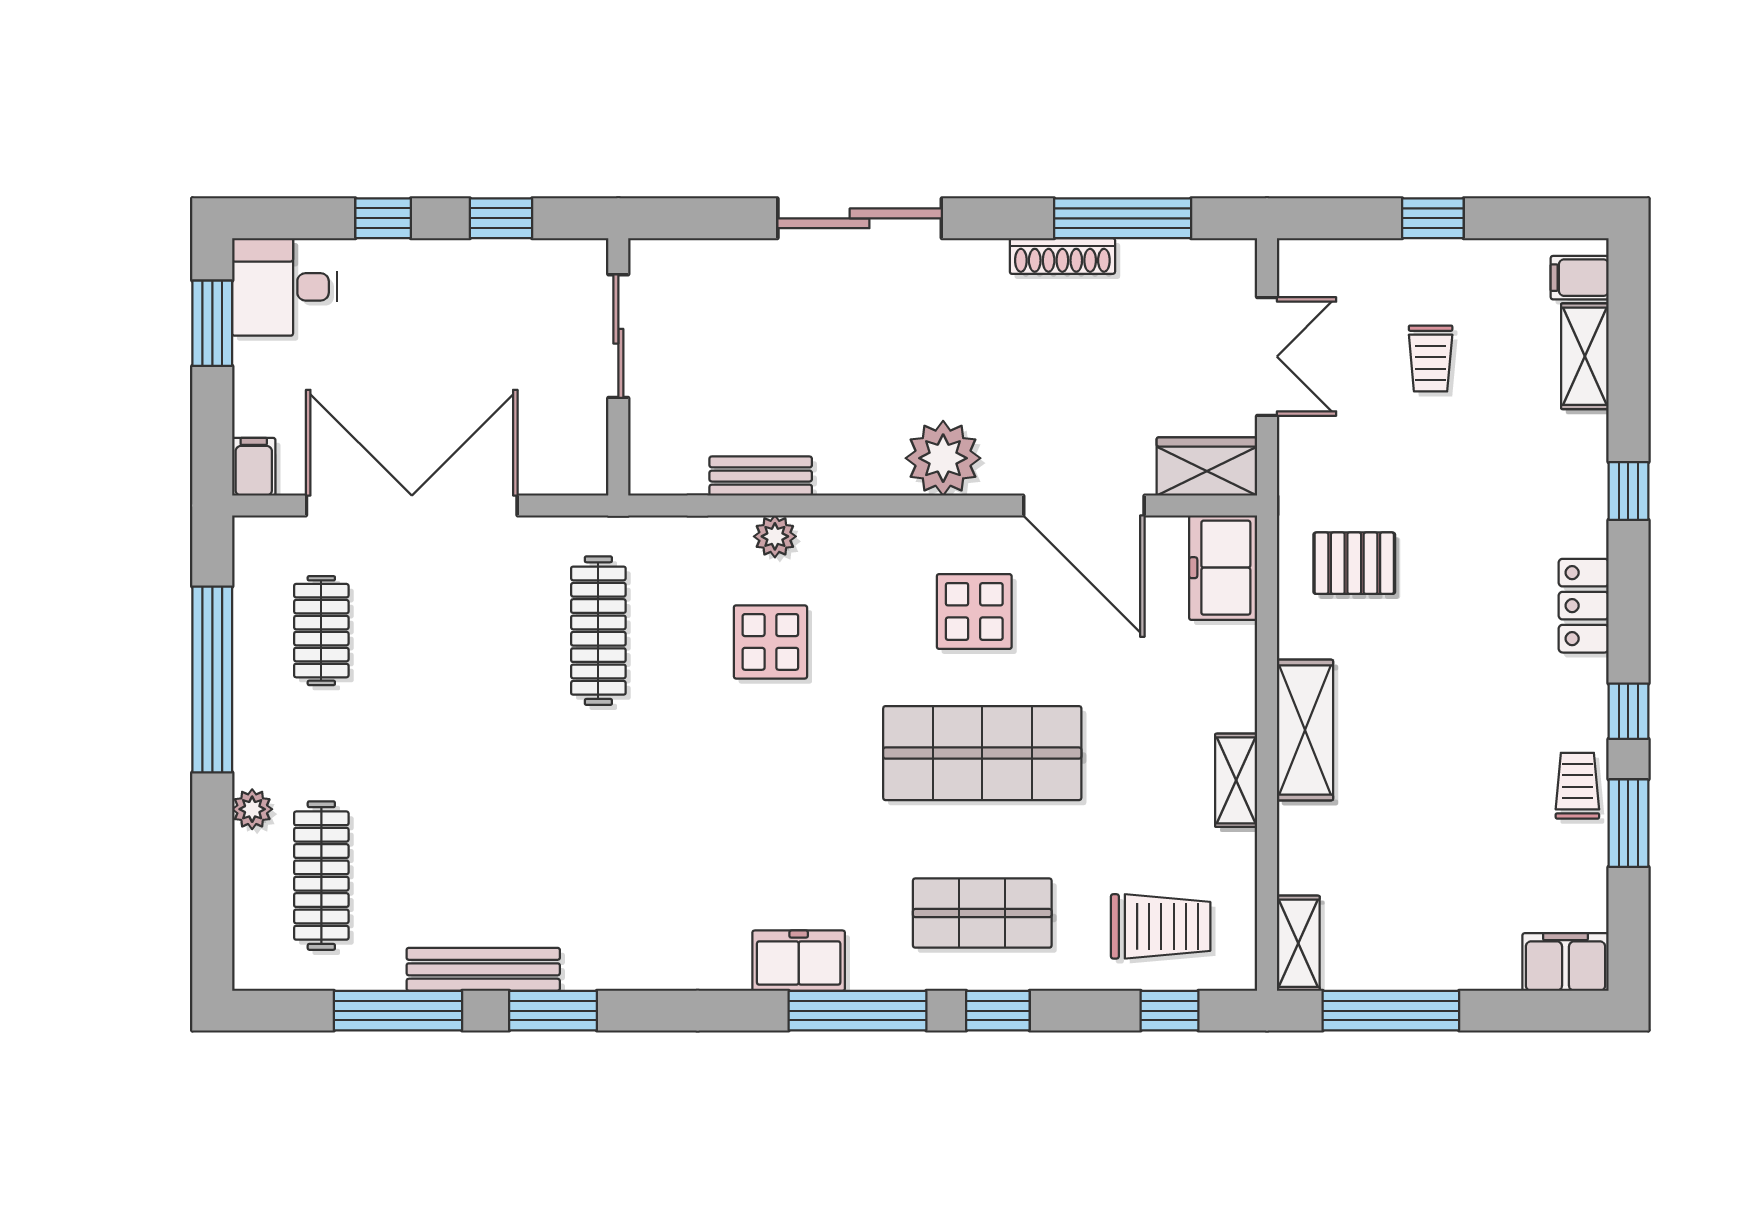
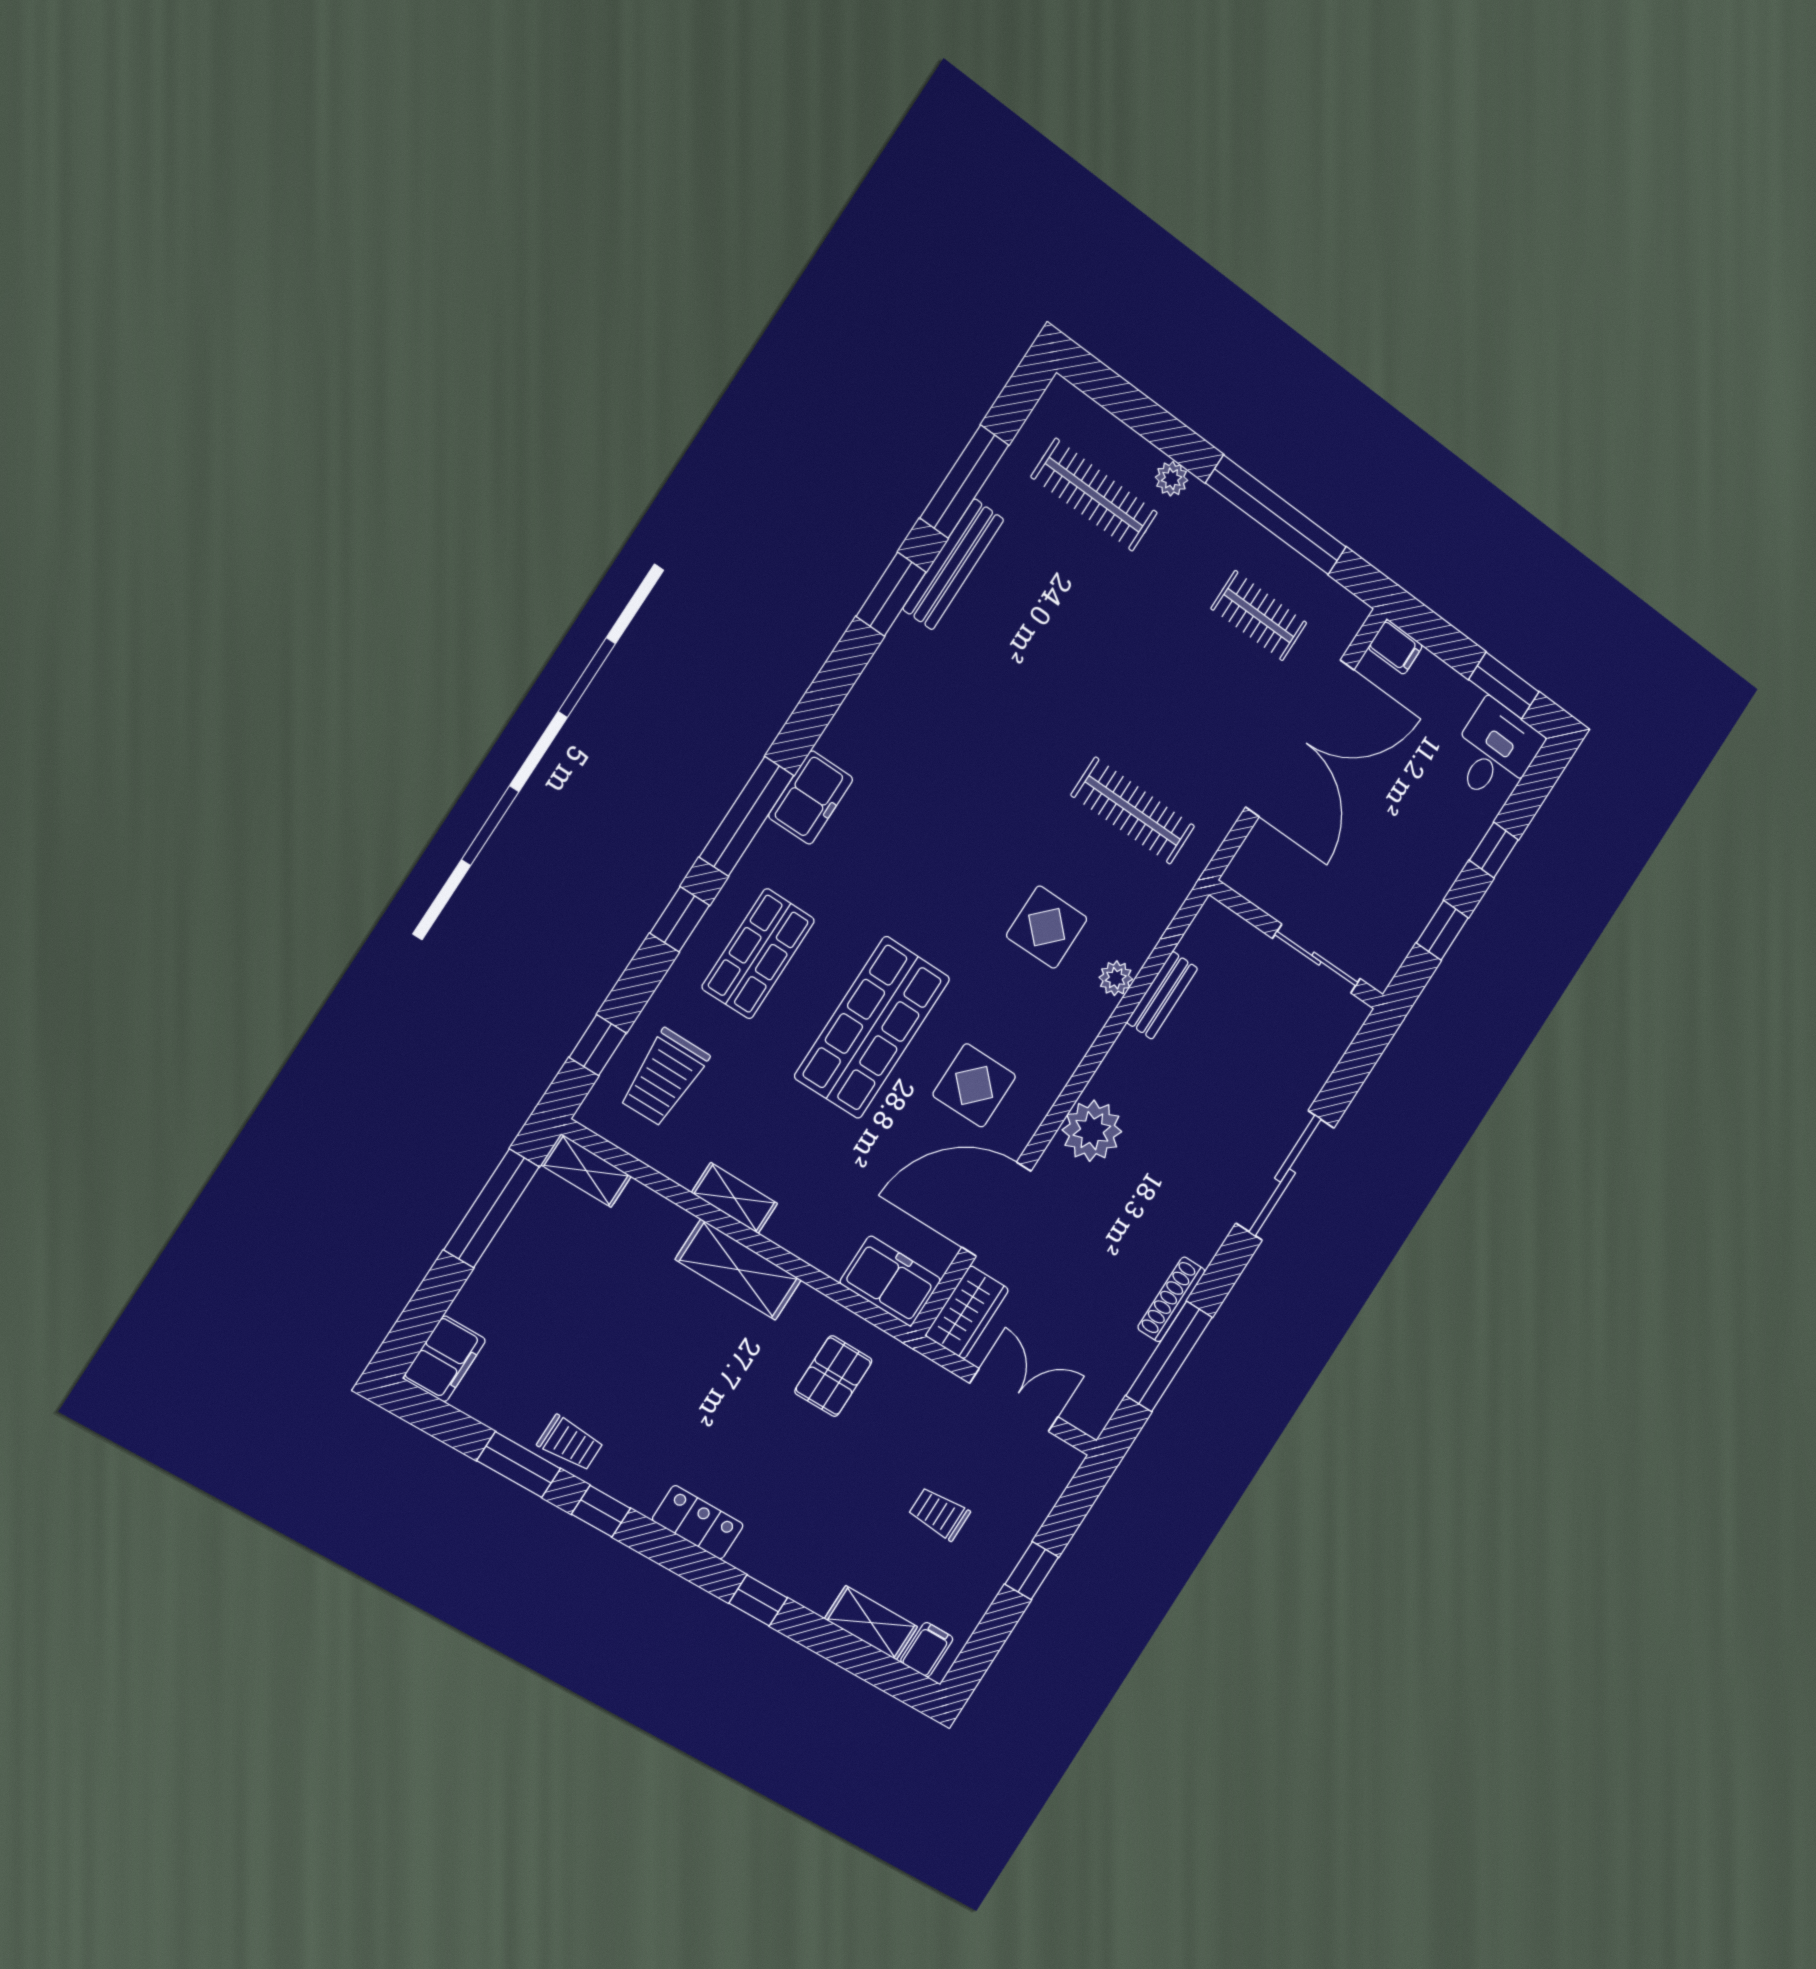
double door: (1267, 357) -> (1014, 1400), swing flipped

